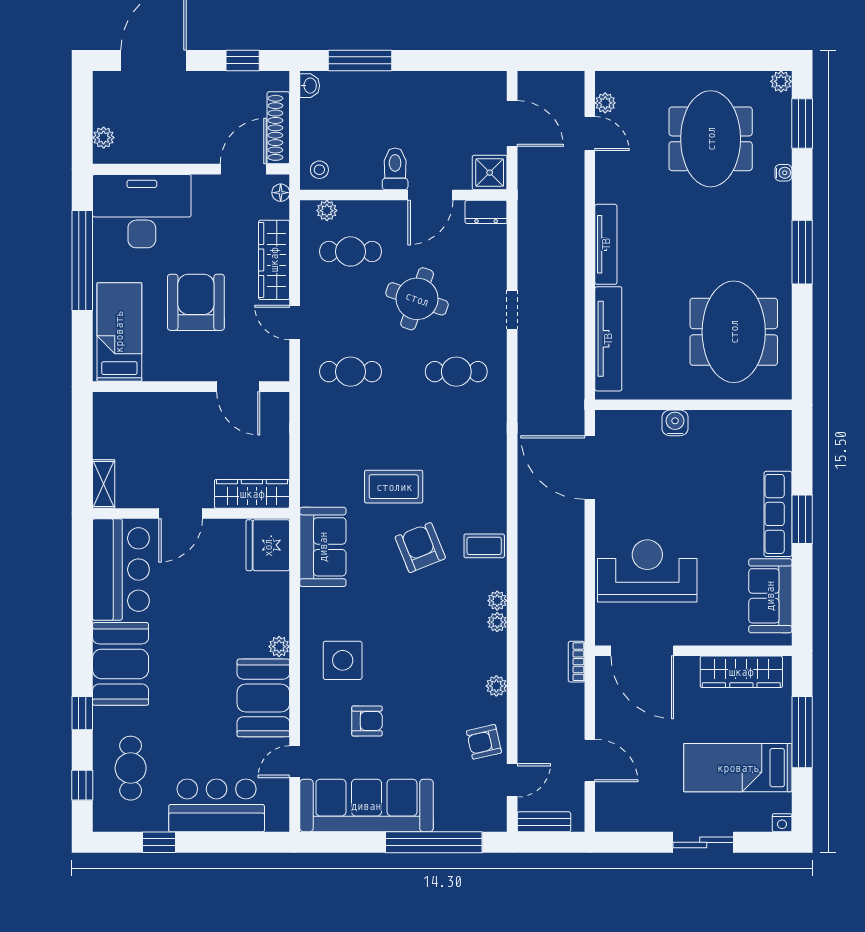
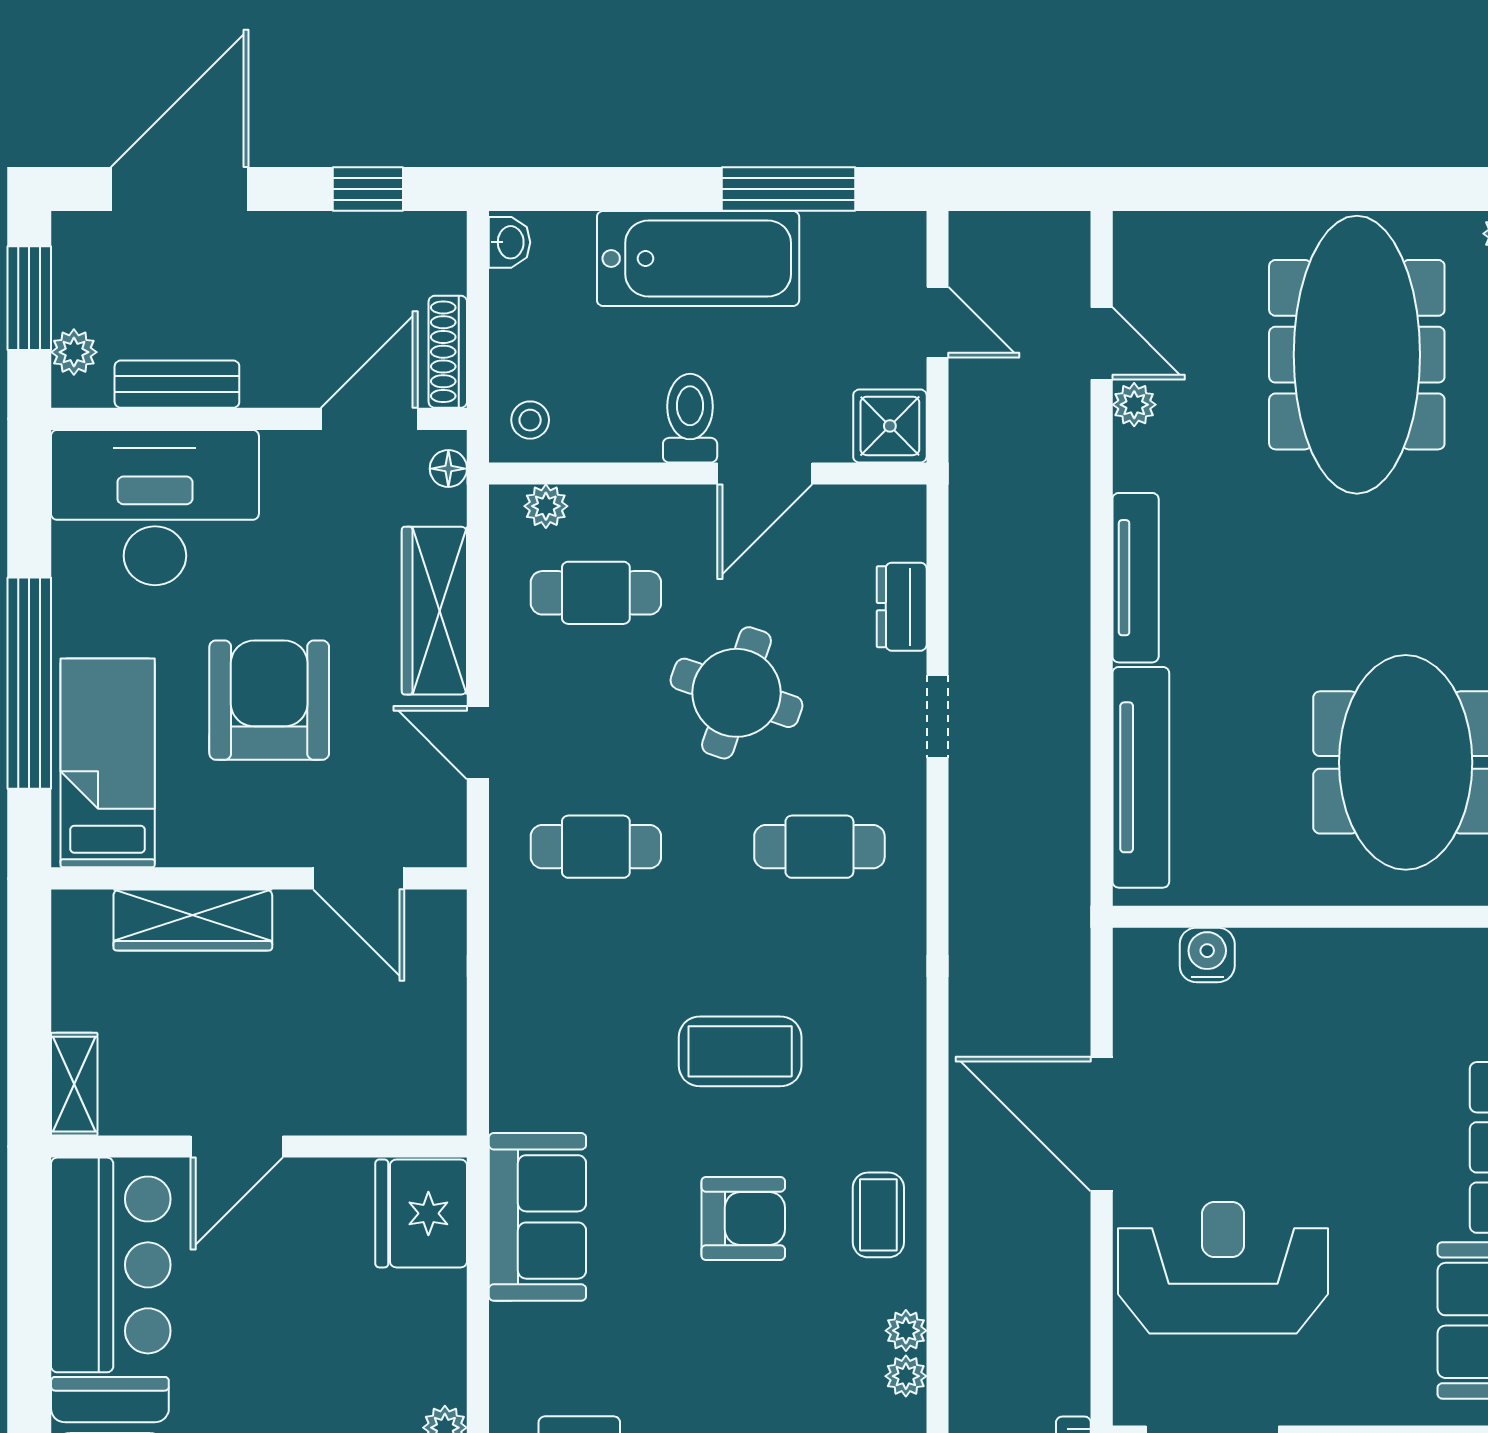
window: (360, 60) -> (789, 189), moved
bathtub: (399, 93) -> (698, 259), added
plant: (605, 103) -> (1134, 405), moved
window: (82, 112) -> (29, 298), added
door: (512, 123) -> (937, 322), width x0.73
shoe rack: (278, 128) -> (448, 352), width x0.74, depth x0.81
meeting table: (711, 139) -> (1357, 355), width x1.36
bench: (152, 153) -> (177, 384), added
dresser: (486, 212) -> (902, 607), moved, turned 90
window: (82, 260) -> (29, 683), moved
water cooler: (675, 423) -> (1207, 955), moved
door: (590, 468) -> (1102, 1124), moved
coffee table: (394, 487) -> (740, 1051), moved
wardrobe: (252, 494) -> (193, 920), moved, turned 180
coffee table: (484, 546) -> (878, 1215), turned 90
armchair: (420, 548) -> (743, 1218), turned 112

